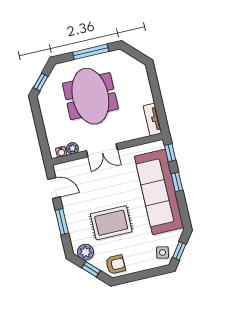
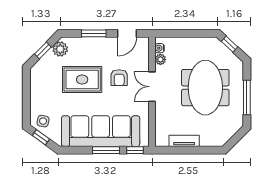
meeting table: (90, 96) -> (205, 88), turned 90
tv unit: (153, 119) -> (184, 141), moved
window: (177, 182) -> (106, 150), width x1.50
rug: (111, 223) -> (82, 80), turned 90
armchair: (115, 264) -> (119, 78), moved

